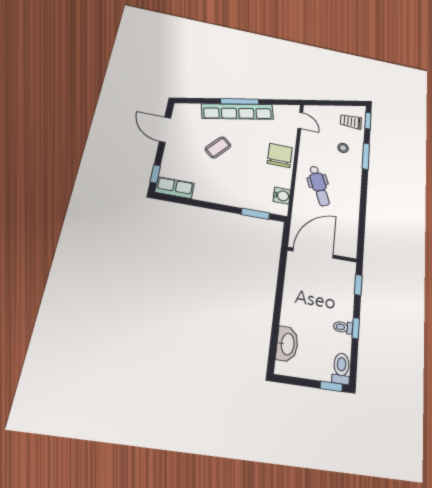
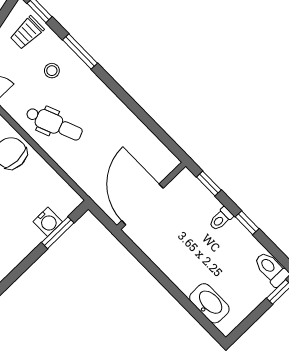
dental chair: (319, 186) -> (54, 124), moved
water cooler: (282, 196) -> (48, 222), moved, turned 90
toilet: (343, 327) -> (221, 219), moved

